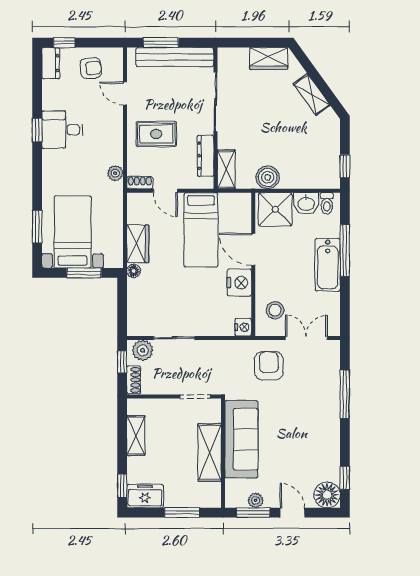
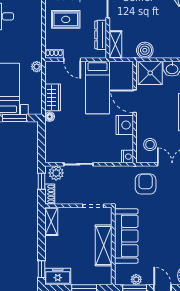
plant: (115, 173) -> (37, 67), moved
shelving: (136, 436) -> (51, 221), moved

